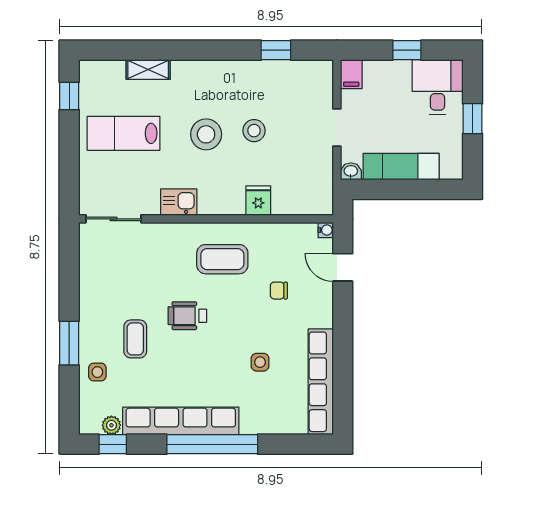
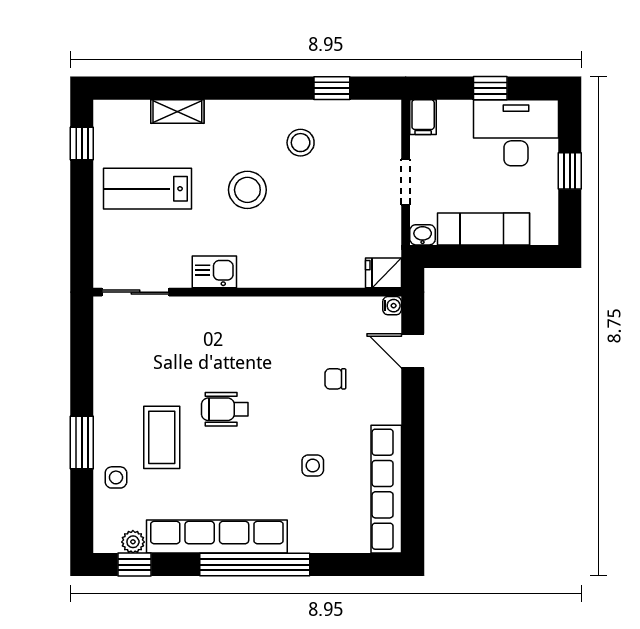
desk: (438, 87) -> (516, 133), width x1.37
stool: (254, 131) -> (301, 143), moved
fridge: (258, 201) -> (384, 273), moved, turned -90
coffee table: (222, 259) -> (267, 341), removed
coffee table: (135, 339) -> (162, 437), width x1.36, depth x1.30

